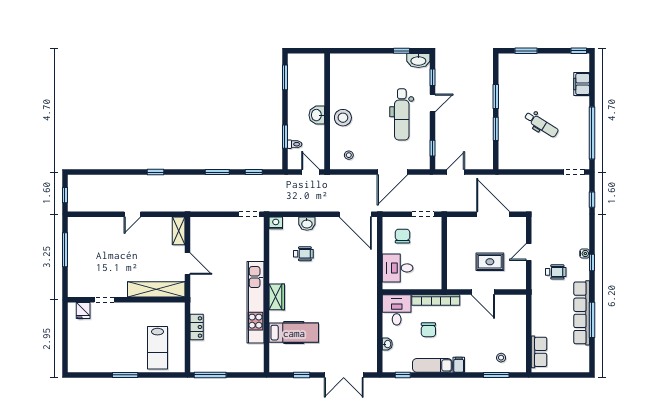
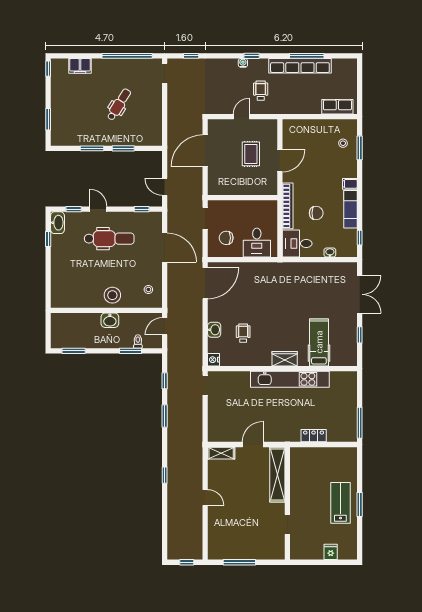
door: (529, 252) -> (241, 117), swing flipped
fridge: (83, 311) -> (331, 552), moved, turned -90
lab bench: (157, 348) -> (340, 503), moved, turned -90

